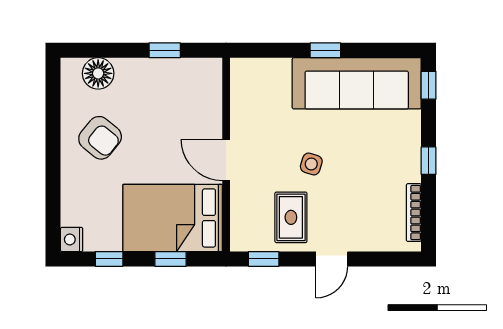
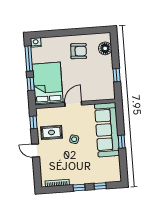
sofa: (357, 83) -> (107, 130), moved
window: (429, 85) -> (100, 186), moved
armchair: (100, 138) -> (79, 51), turned -126
window: (109, 259) -> (29, 59), width x2.17

